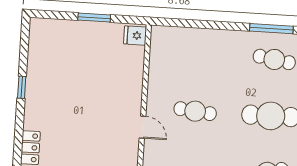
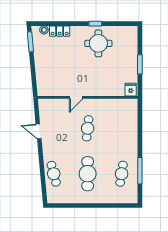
round table: (55, 84) -> (98, 43), added

